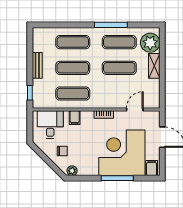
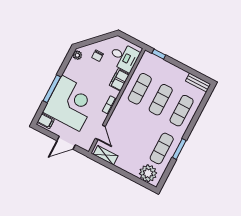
window: (111, 25) -> (179, 149), width x0.69
bench: (37, 65) -> (198, 83), moved
shelving: (154, 66) -> (106, 155), moved
exercise mat: (119, 68) -> (141, 138), removed
filing cabinet: (75, 118) -> (119, 80), width x2.00

